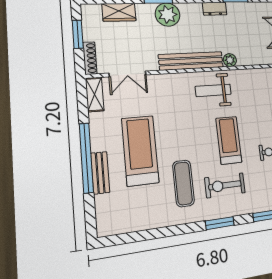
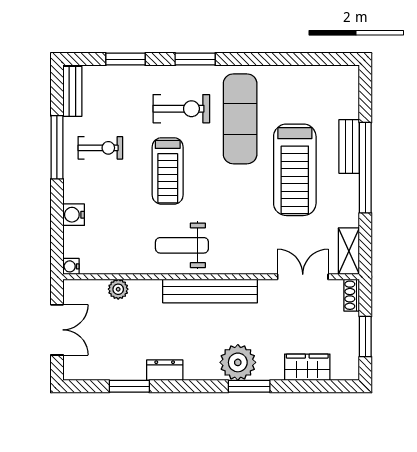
shoe rack: (90, 58) -> (352, 295), width x0.70
plant: (230, 60) -> (118, 289), moved
weight bench: (213, 90) -> (182, 245), turned 180
exercise mat: (183, 183) -> (240, 119), width x1.36, depth x1.45

